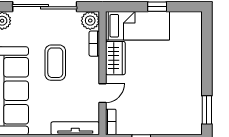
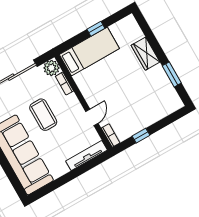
wardrobe: (115, 58) -> (145, 54), moved, turned 180
window: (207, 110) -> (172, 74), moved

